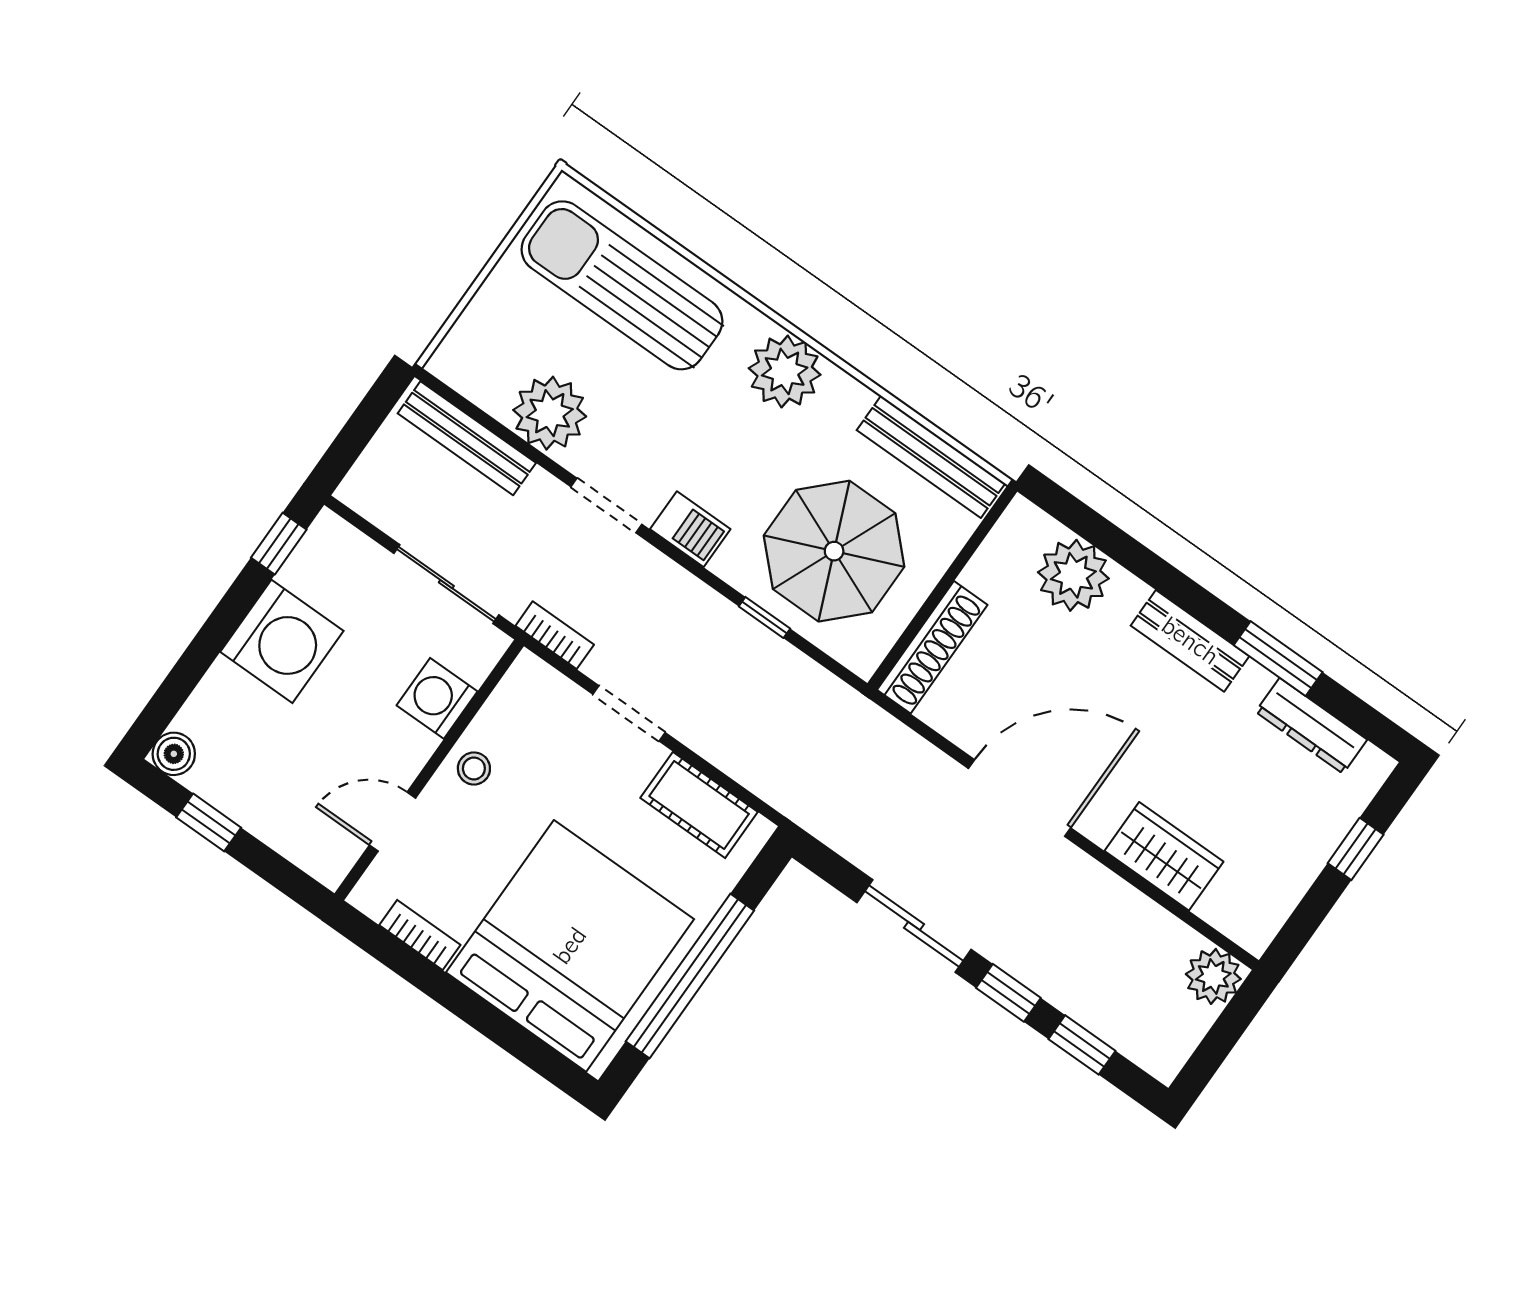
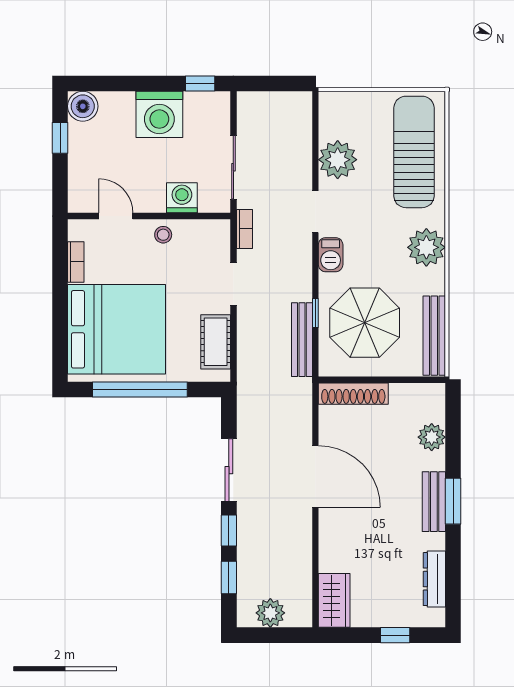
bench: (467, 438) -> (302, 340), moved
plant: (1073, 575) -> (432, 437), width x0.73, depth x0.73
window: (1278, 659) -> (453, 501), moved
boiler: (174, 754) -> (83, 106), width x1.36, depth x1.36
wardrobe: (1164, 856) -> (334, 600), moved
plant: (1213, 976) -> (270, 613), moved

